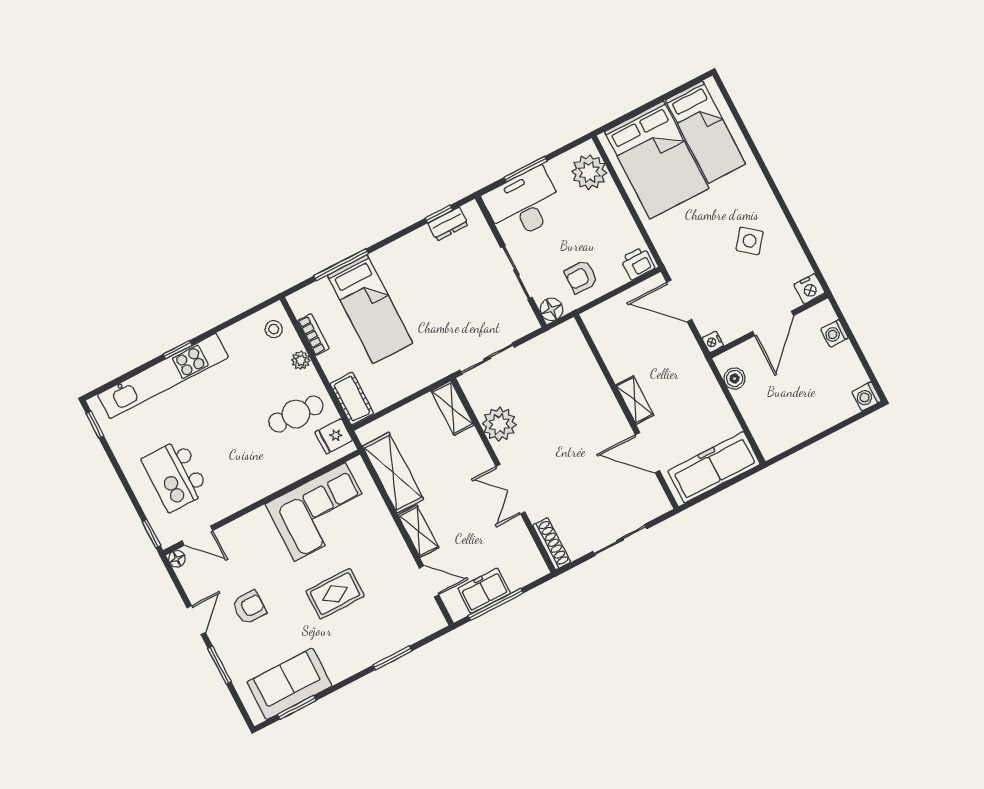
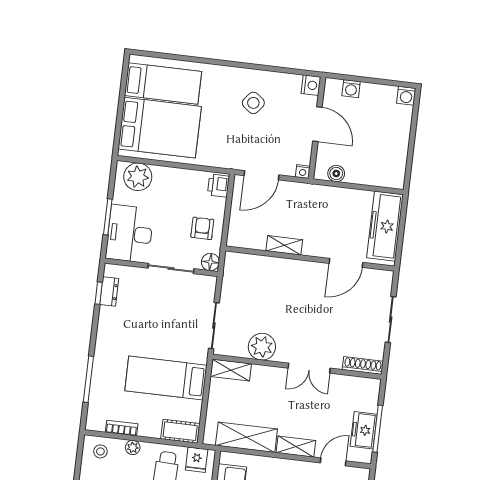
armchair: (581, 277) -> (202, 228), turned 180
bed: (370, 309) -> (166, 378), moved, turned 180
shelving: (635, 400) -> (284, 245), moved

